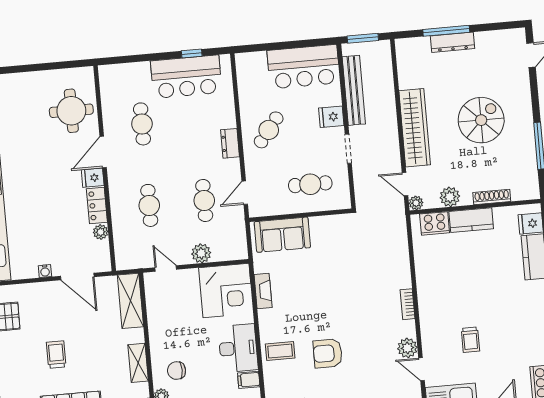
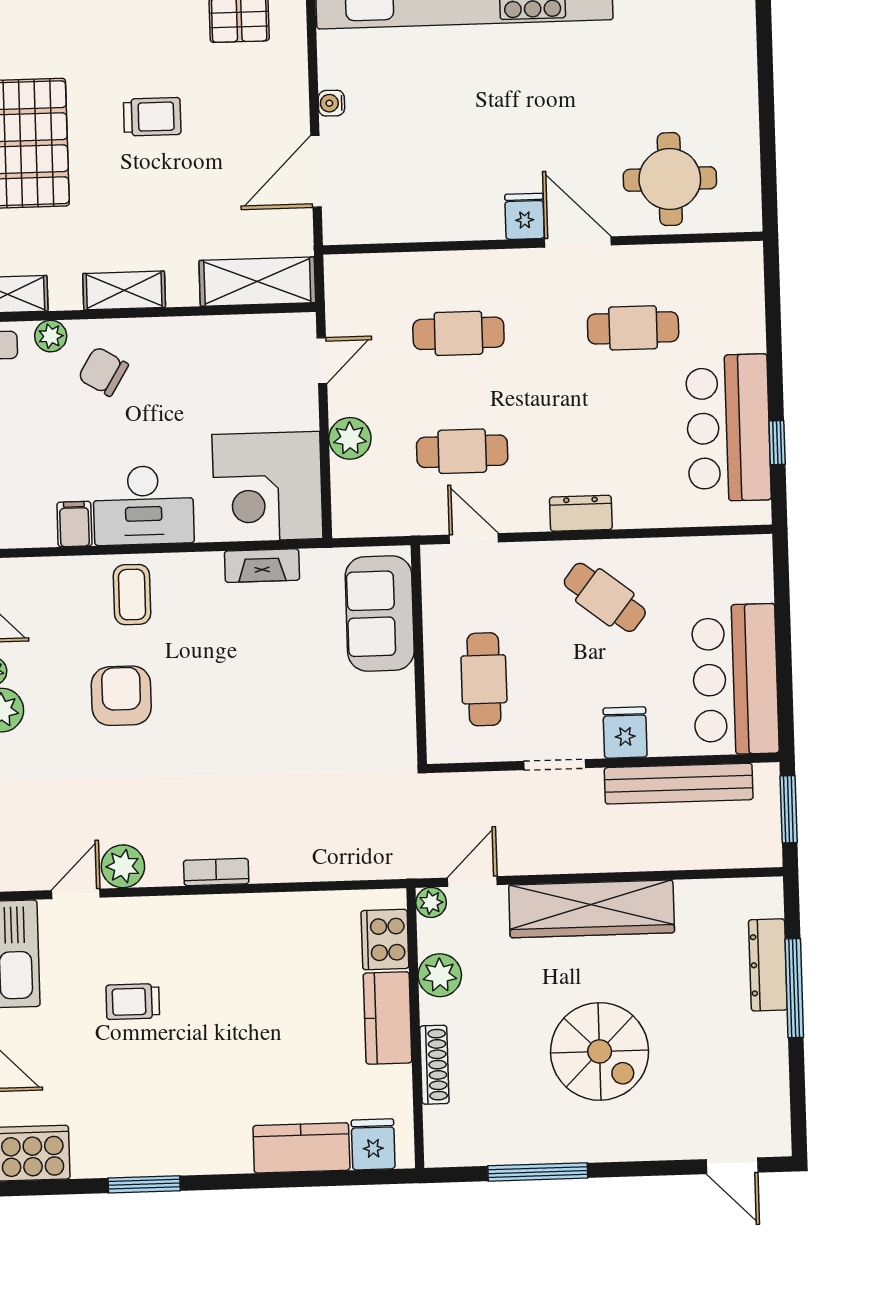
dresser: (452, 42) -> (768, 965), moved
locker: (97, 205) -> (465, 222), removed
plant: (101, 232) -> (408, 226), removed
chair: (177, 371) -> (103, 371), turned -59

